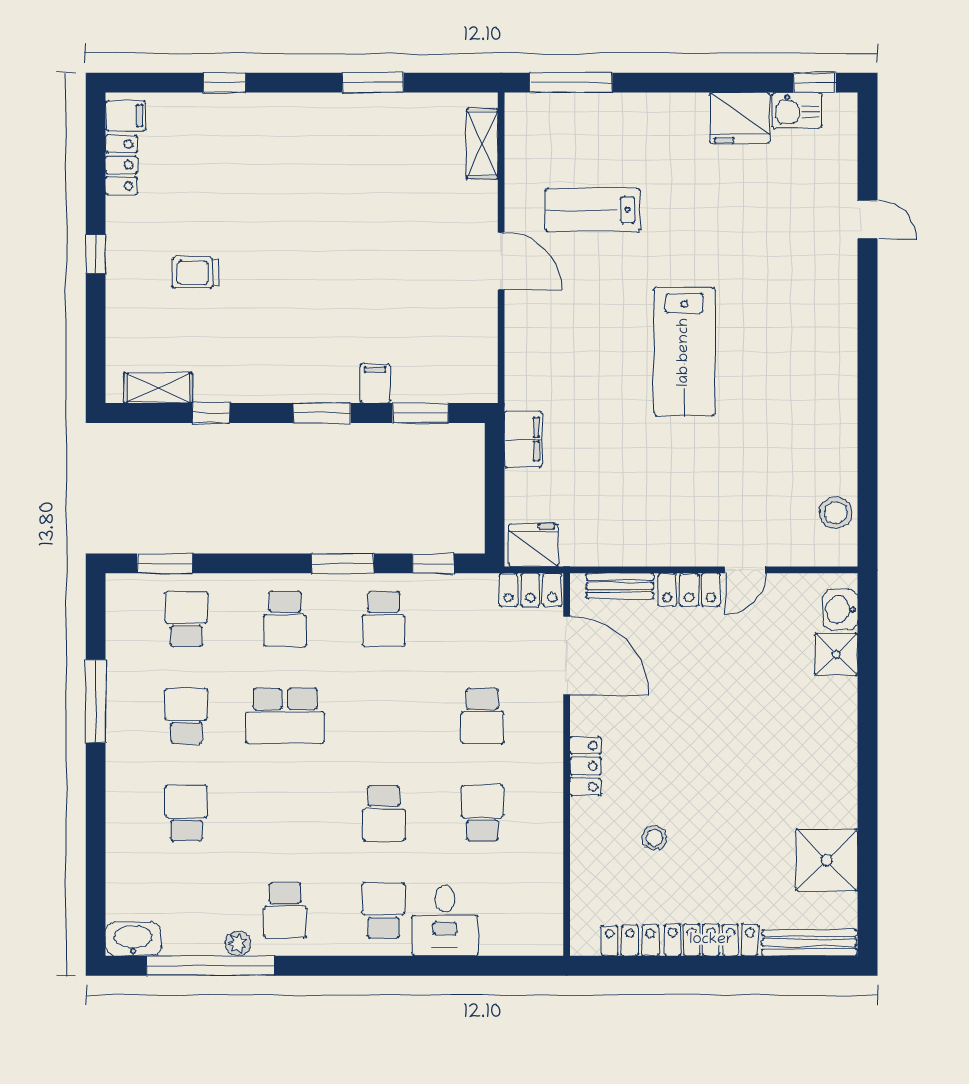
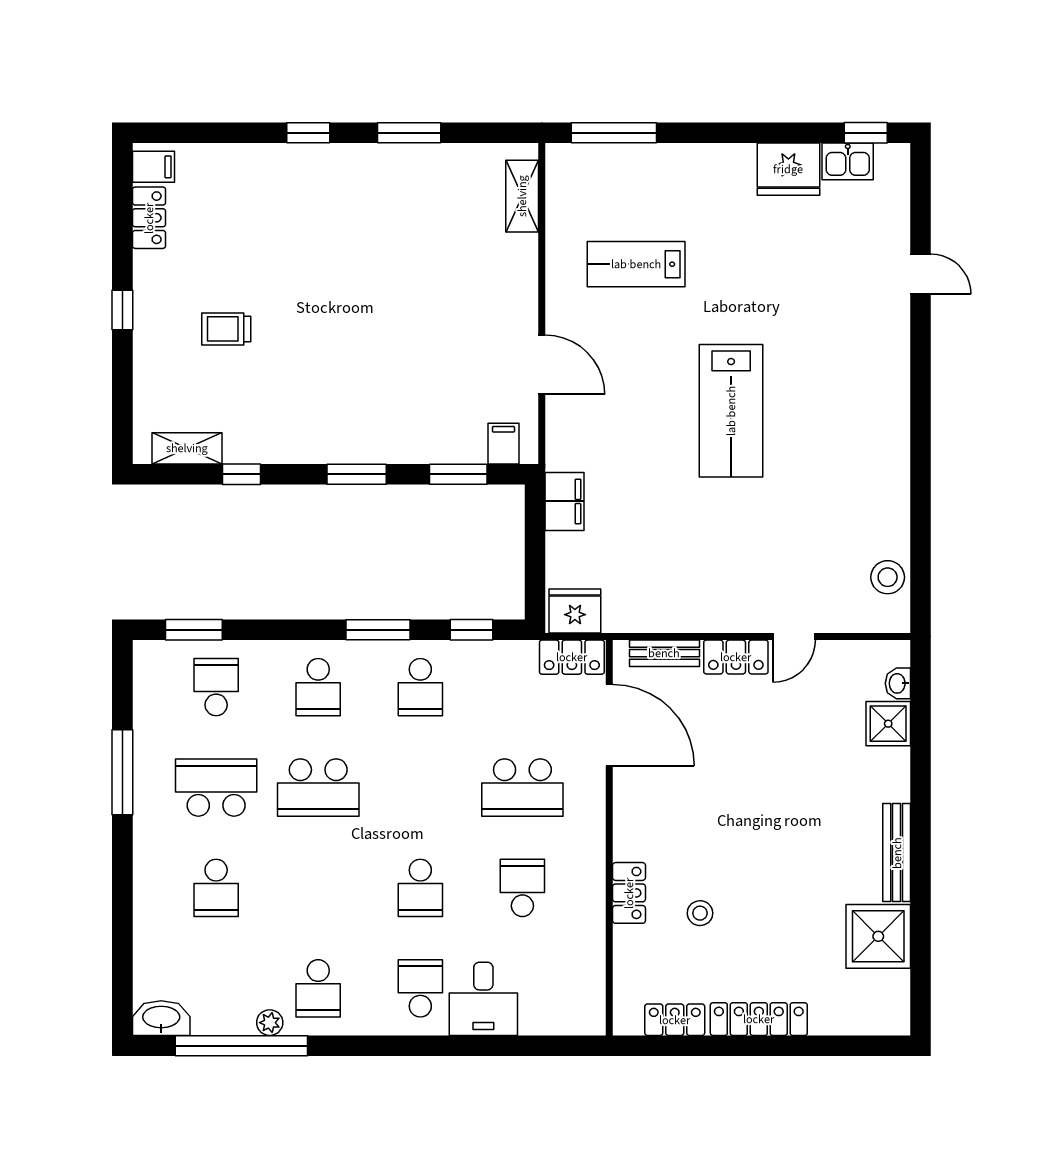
window: (225, 83) -> (308, 133), moved
door: (501, 261) -> (542, 365), moved
filing cabinet: (375, 383) -> (503, 444), moved
washbasin: (840, 610) -> (898, 683), width x0.72, depth x0.69
school desk: (186, 716) -> (216, 788), width x1.85
school desk: (482, 716) -> (522, 788), width x1.85
locker: (586, 766) -> (629, 893), moved
school desk: (186, 813) -> (216, 888), turned 180
bench: (809, 943) -> (897, 853), moved, turned 90

